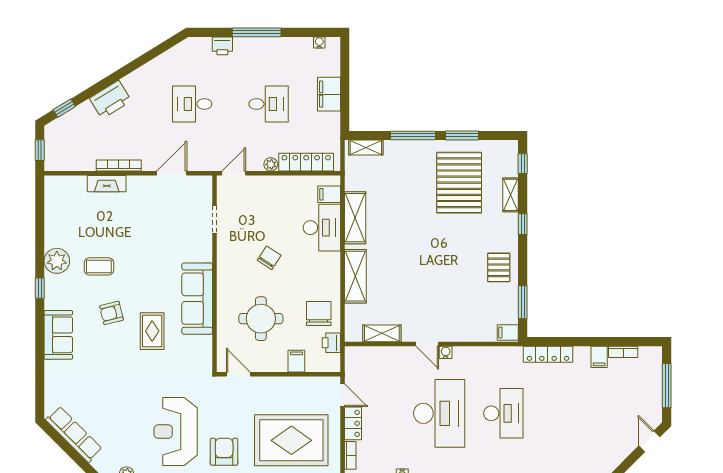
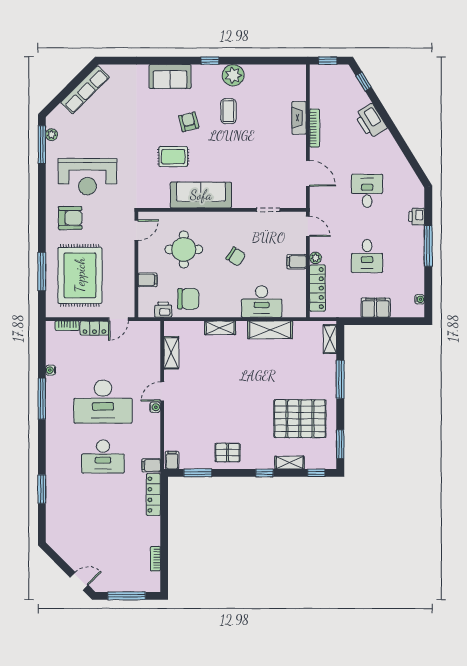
window: (462, 135) -> (340, 444), moved
filing cabinet: (329, 194) -> (297, 262), moved, turned -90
shelving: (355, 276) -> (220, 328), width x0.67, depth x0.75
filing cabinet: (599, 357) -> (151, 465), moved
reception desk: (176, 432) -> (87, 177), turned 180

